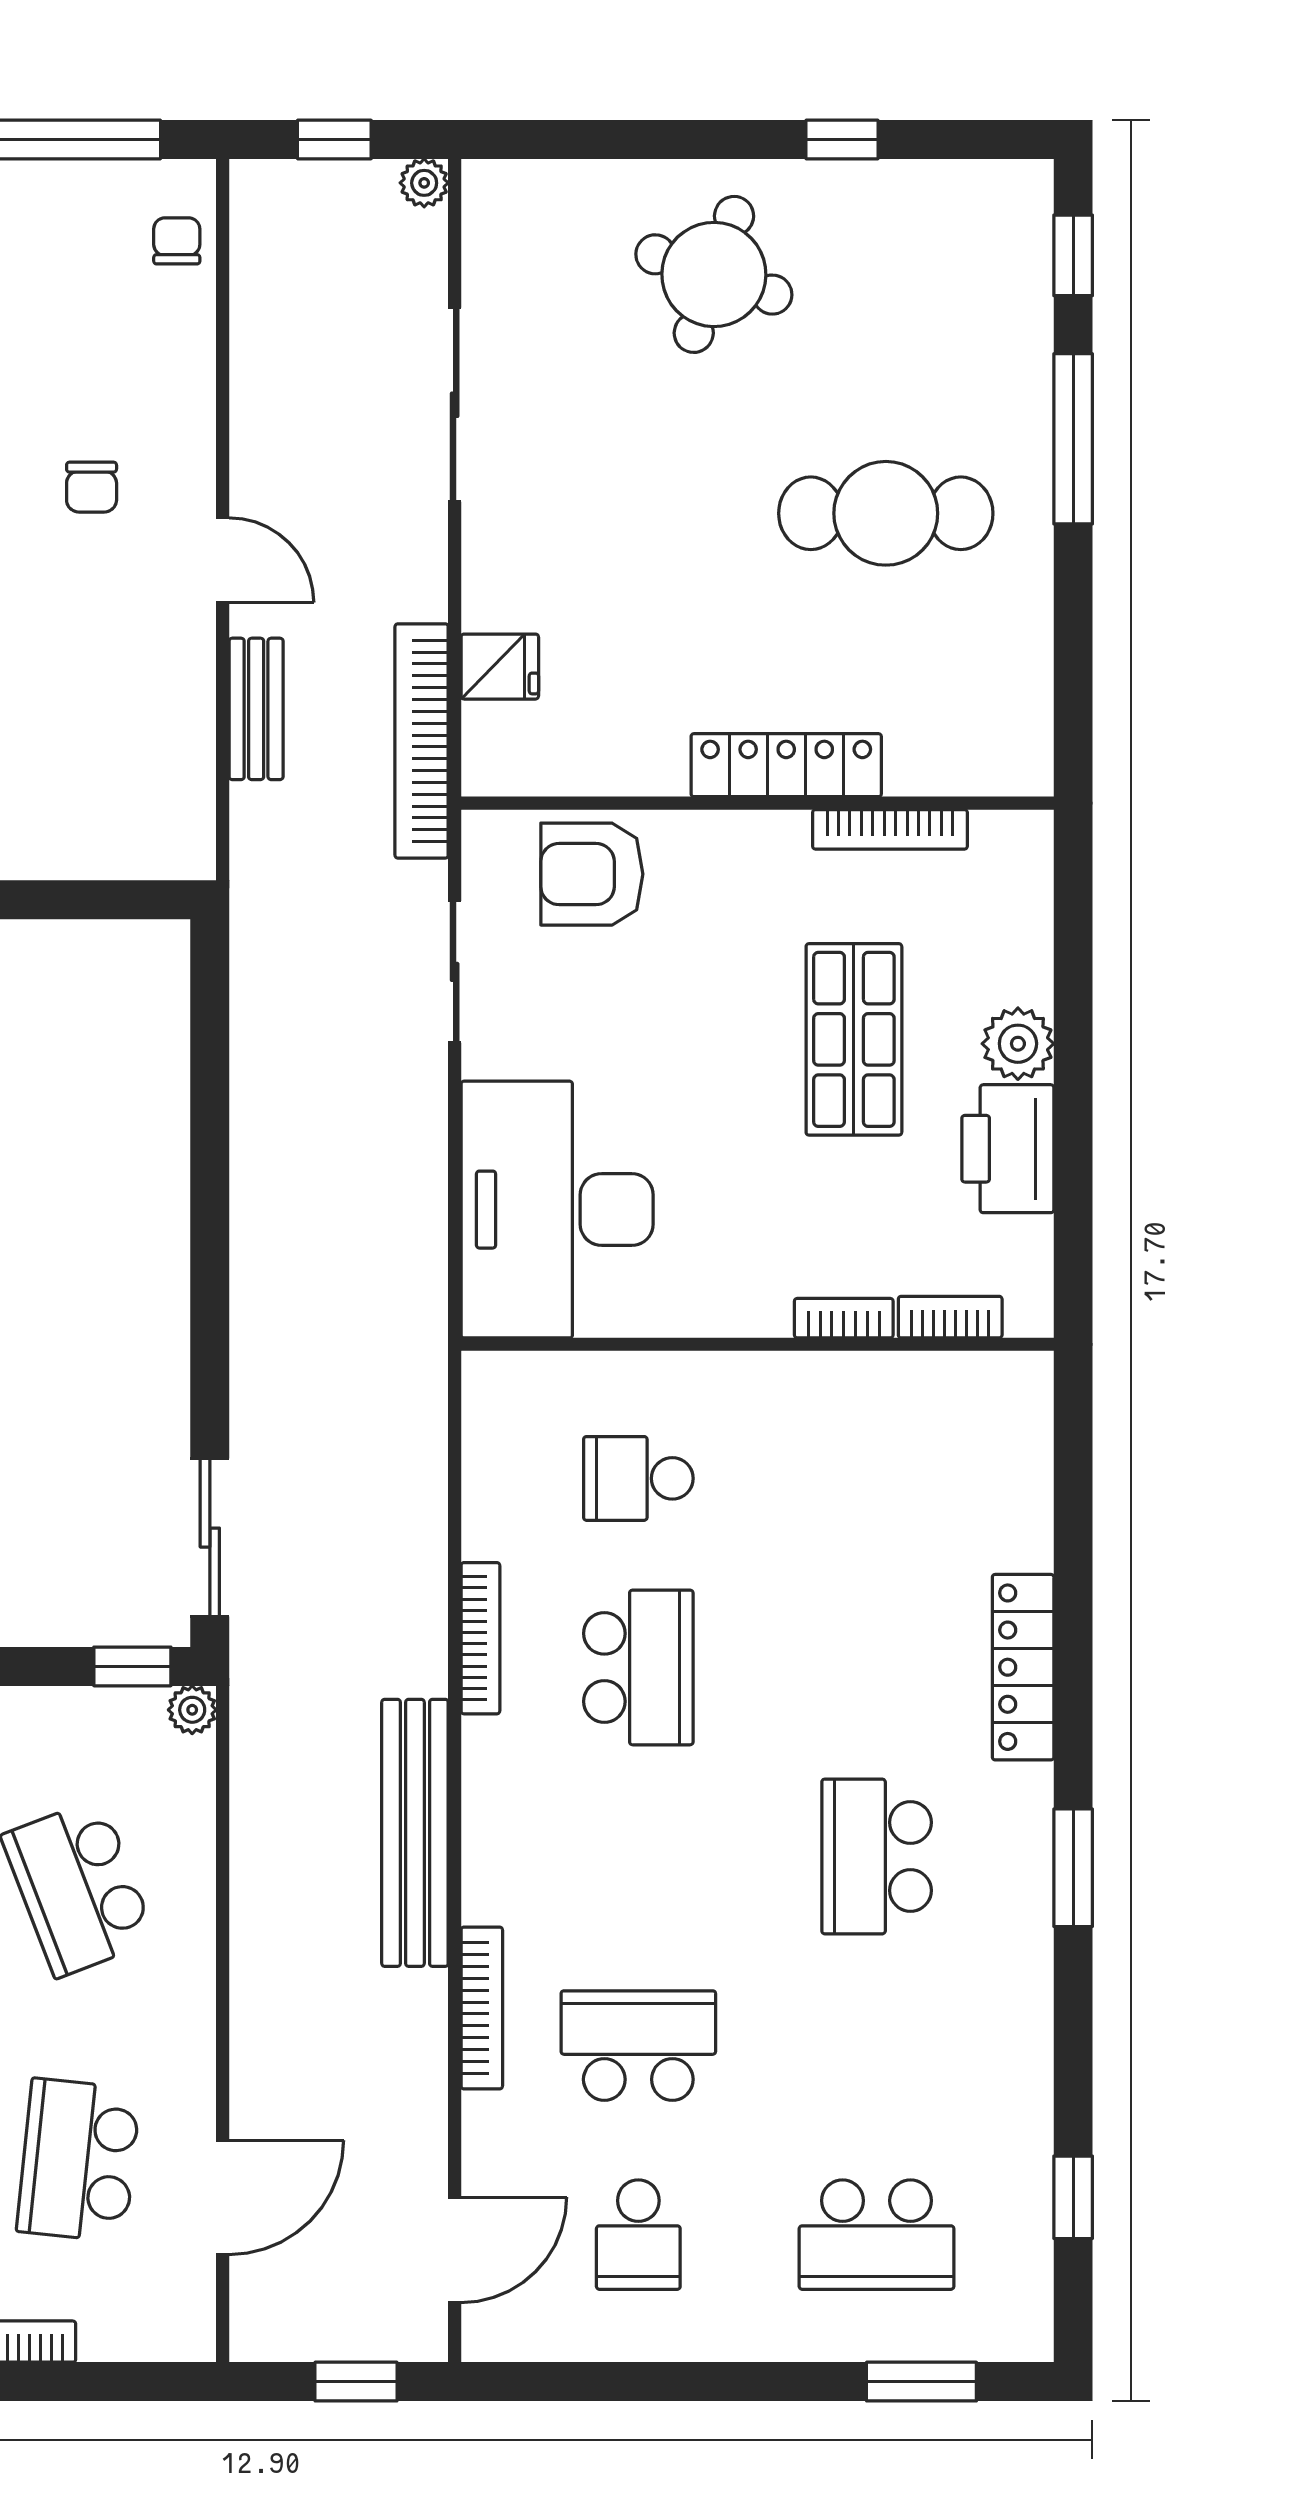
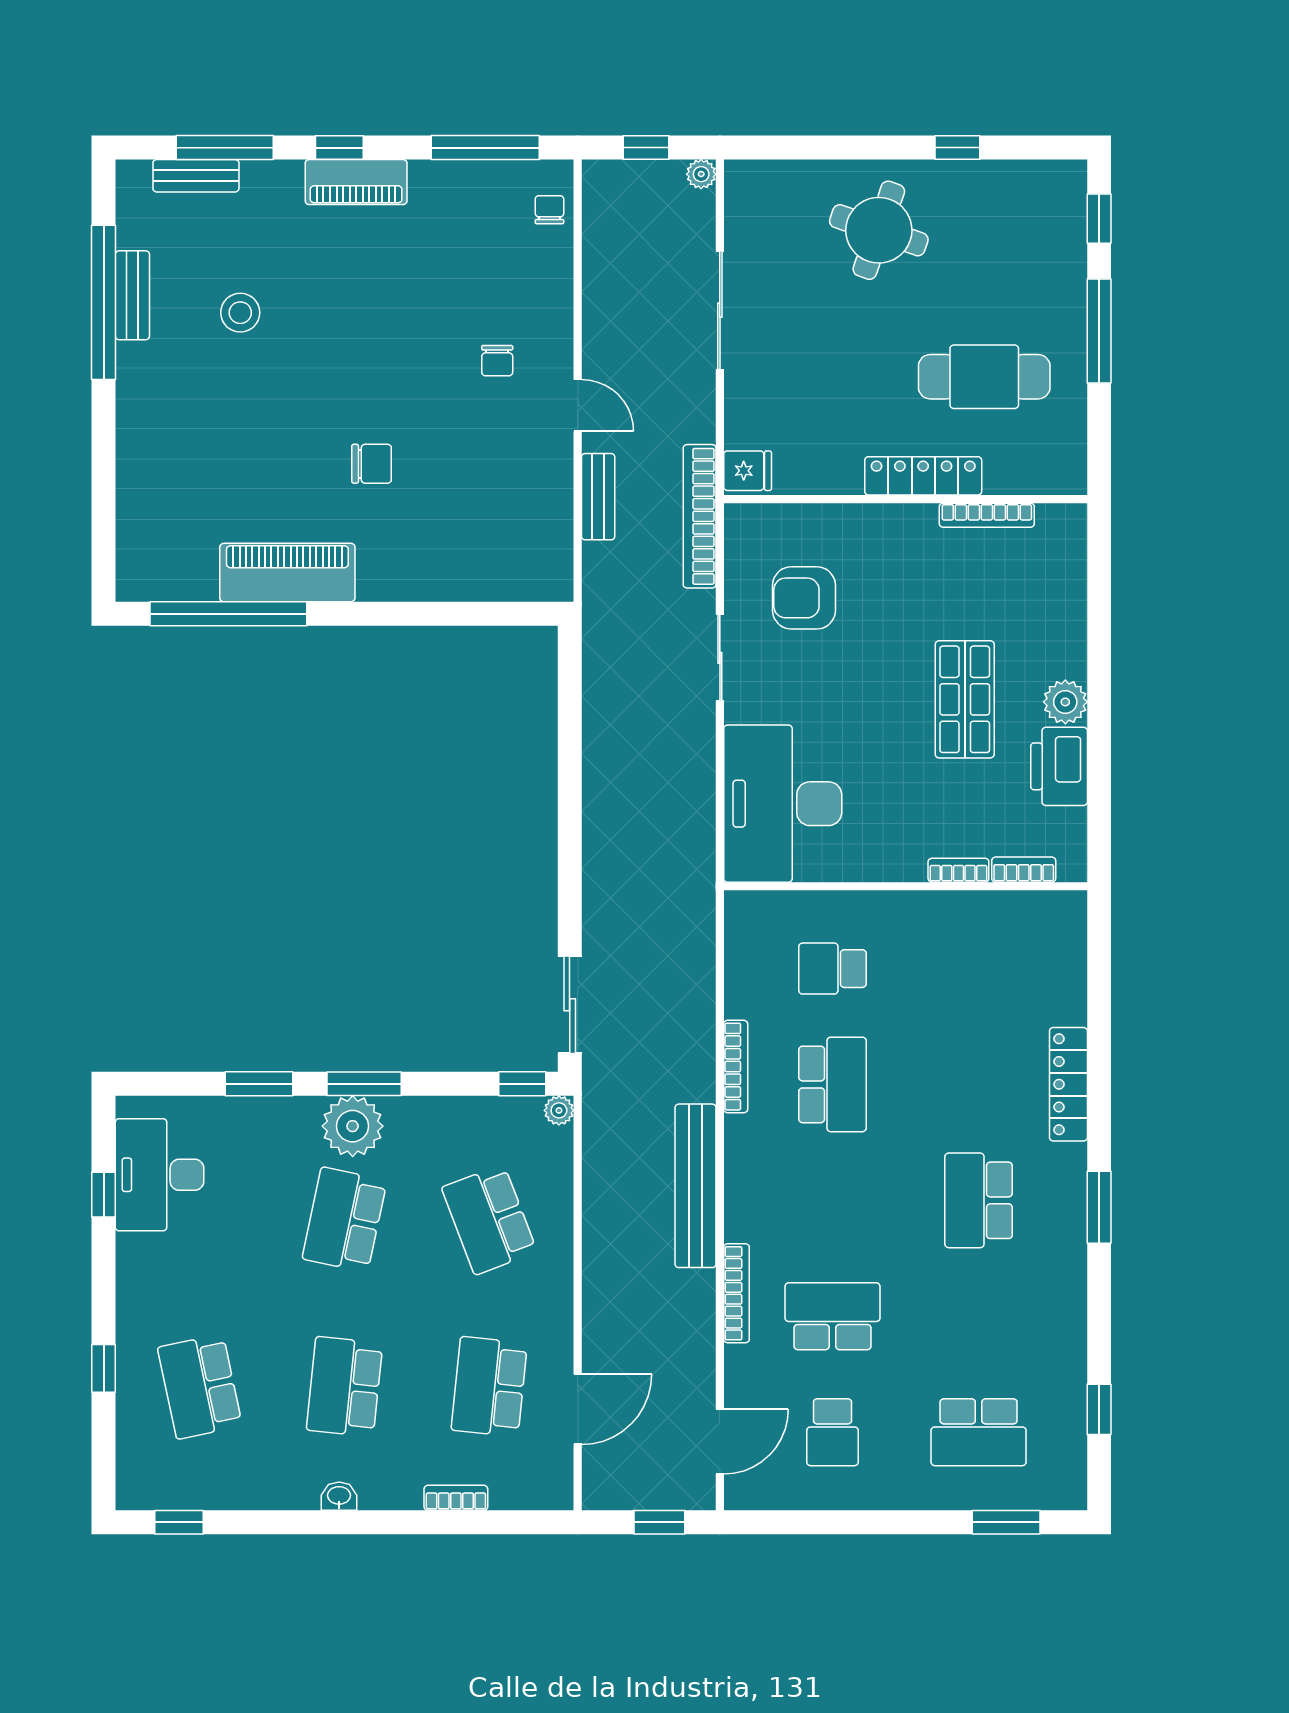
locker: (786, 765) -> (923, 476), moved
wall: (757, 803) -> (906, 499), moved
bookcase: (890, 829) -> (987, 515), moved

